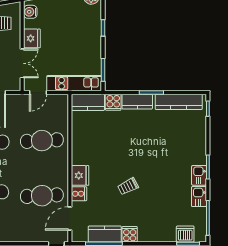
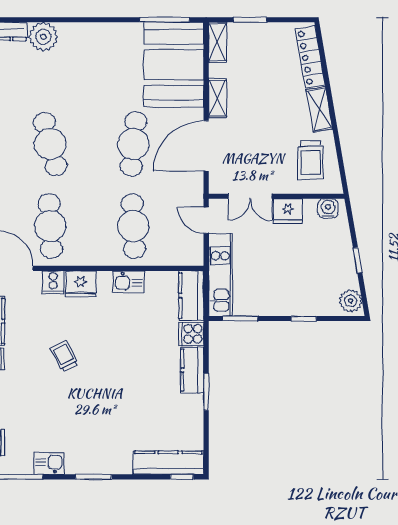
kitchen counter: (179, 102) -> (168, 463), moved, turned 90
kitchen sink: (199, 175) -> (129, 282), moved, turned 180

